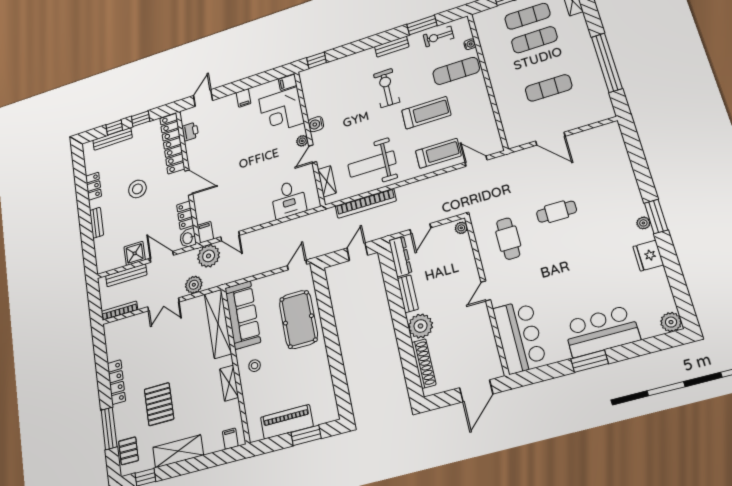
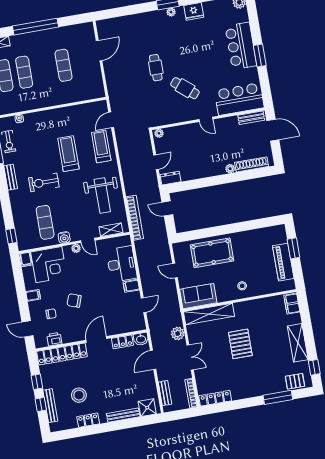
window: (607, 63) -> (35, 27), moved
exercise mat: (456, 71) -> (45, 222), moved
chair: (221, 123) -> (51, 314), added
door: (550, 139) -> (99, 51), moved
chair: (237, 148) -> (74, 301), added
stool: (137, 189) -> (79, 395), moved
desk: (289, 199) -> (122, 264), width x1.37
bookcase: (366, 203) -> (135, 218), moved
bench: (97, 223) -> (123, 415), width x1.36
door: (420, 229) -> (156, 162), hinge flipped
filing cabinet: (205, 232) -> (131, 286), moved
cafe table: (508, 239) -> (185, 88), moved, turned 40
shower: (135, 253) -> (147, 408), moved
plant: (209, 256) -> (157, 322), removed
dresser: (400, 257) -> (170, 178), width x0.70
door: (297, 265) -> (175, 271), moved
bench: (126, 275) -> (165, 393), width x0.73
bench: (408, 294) -> (251, 118), moved
sofa: (243, 315) -> (198, 296), width x0.73
plant: (421, 326) -> (230, 169), width x0.53, depth x0.53
locker: (116, 382) -> (215, 398), moved
shelving: (229, 383) -> (253, 305), removed
pallet: (159, 404) -> (240, 344), moved, turned 90
filing cabinet: (230, 439) -> (292, 304), width x2.00

